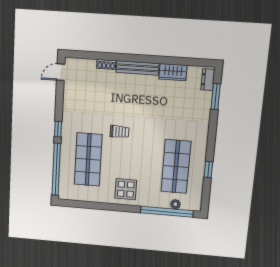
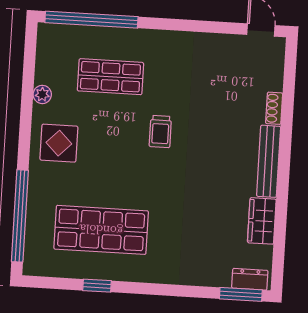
window: (216, 97) -> (241, 294), moved
window: (58, 129) -> (163, 24), removed
shop shelf: (88, 159) -> (110, 77), width x0.70, depth x0.74
plant: (175, 204) -> (42, 94), moved

